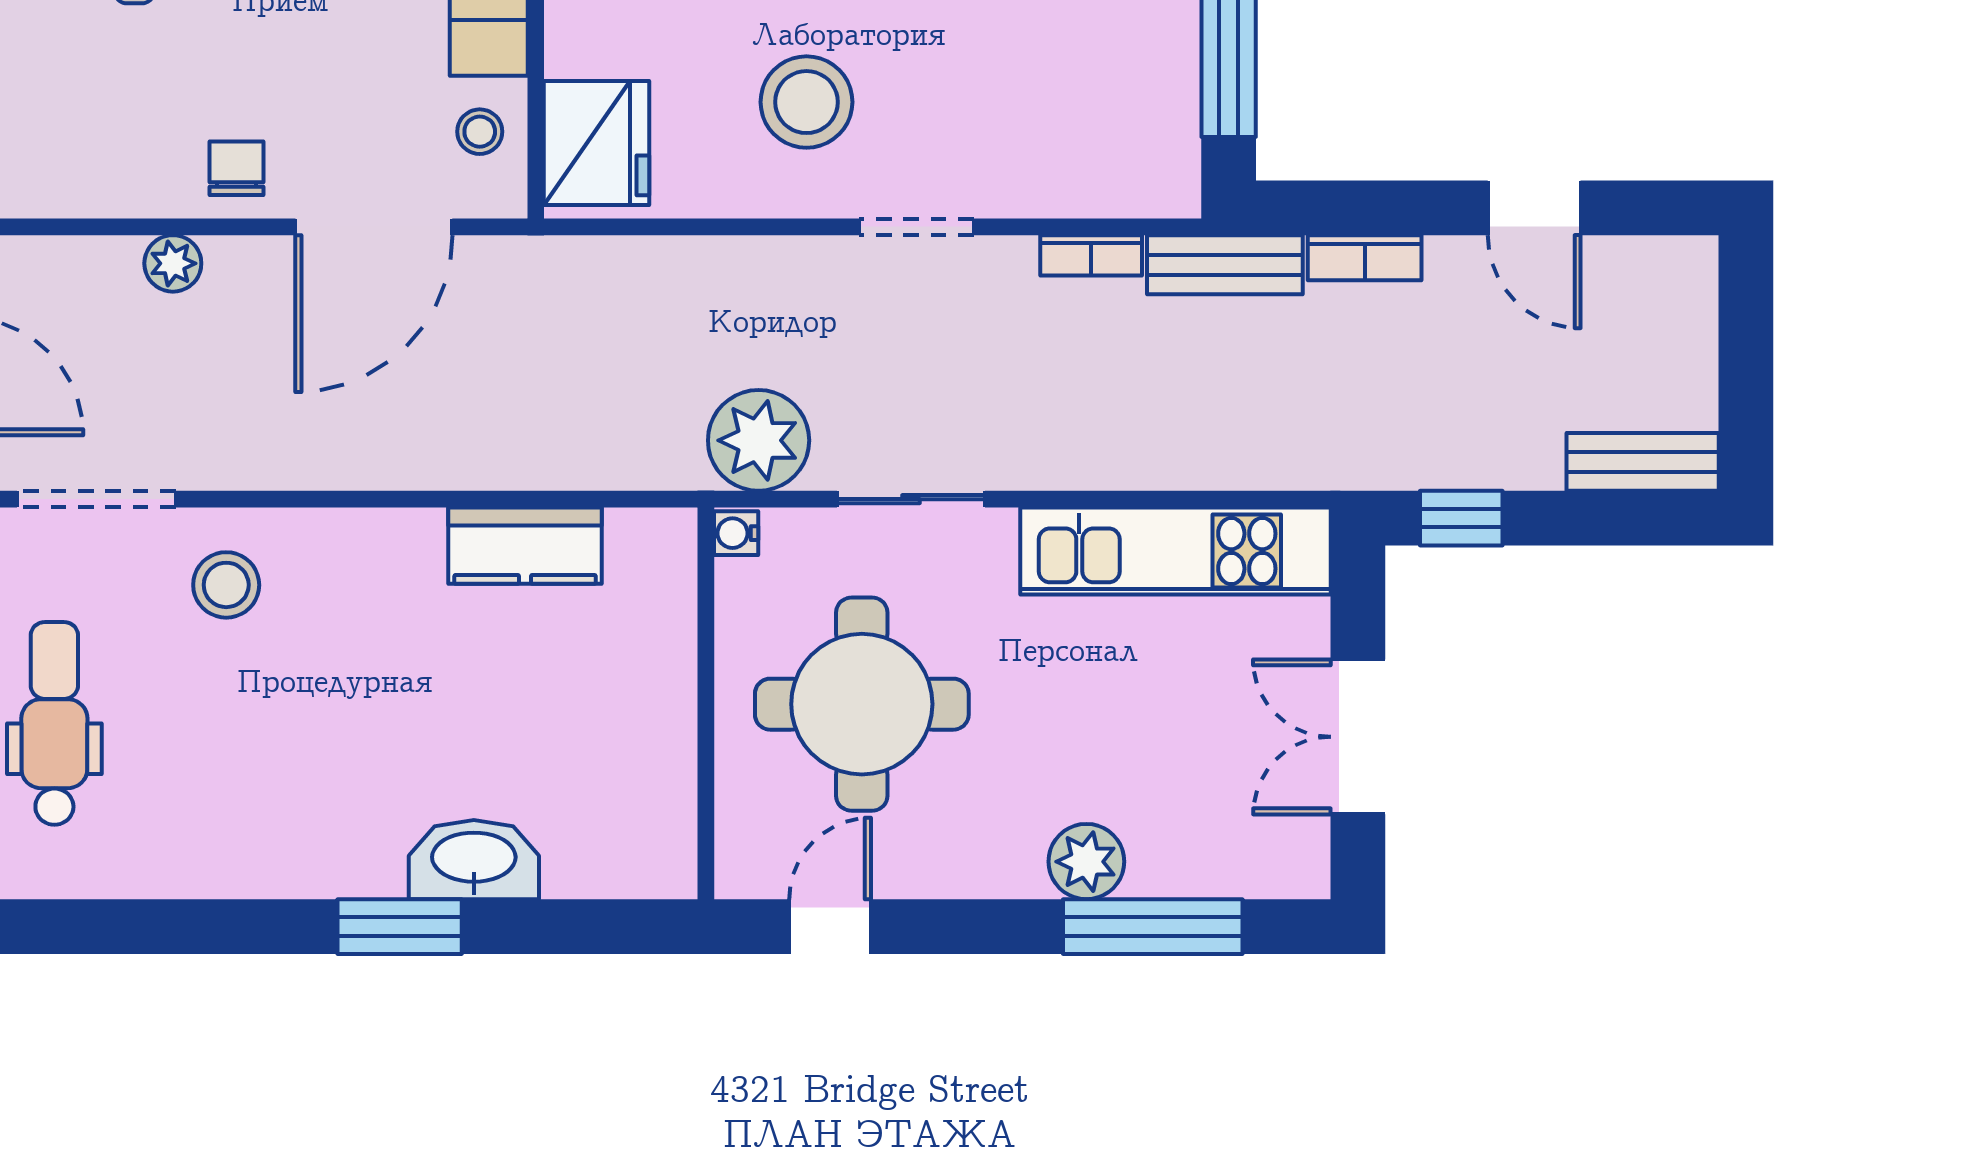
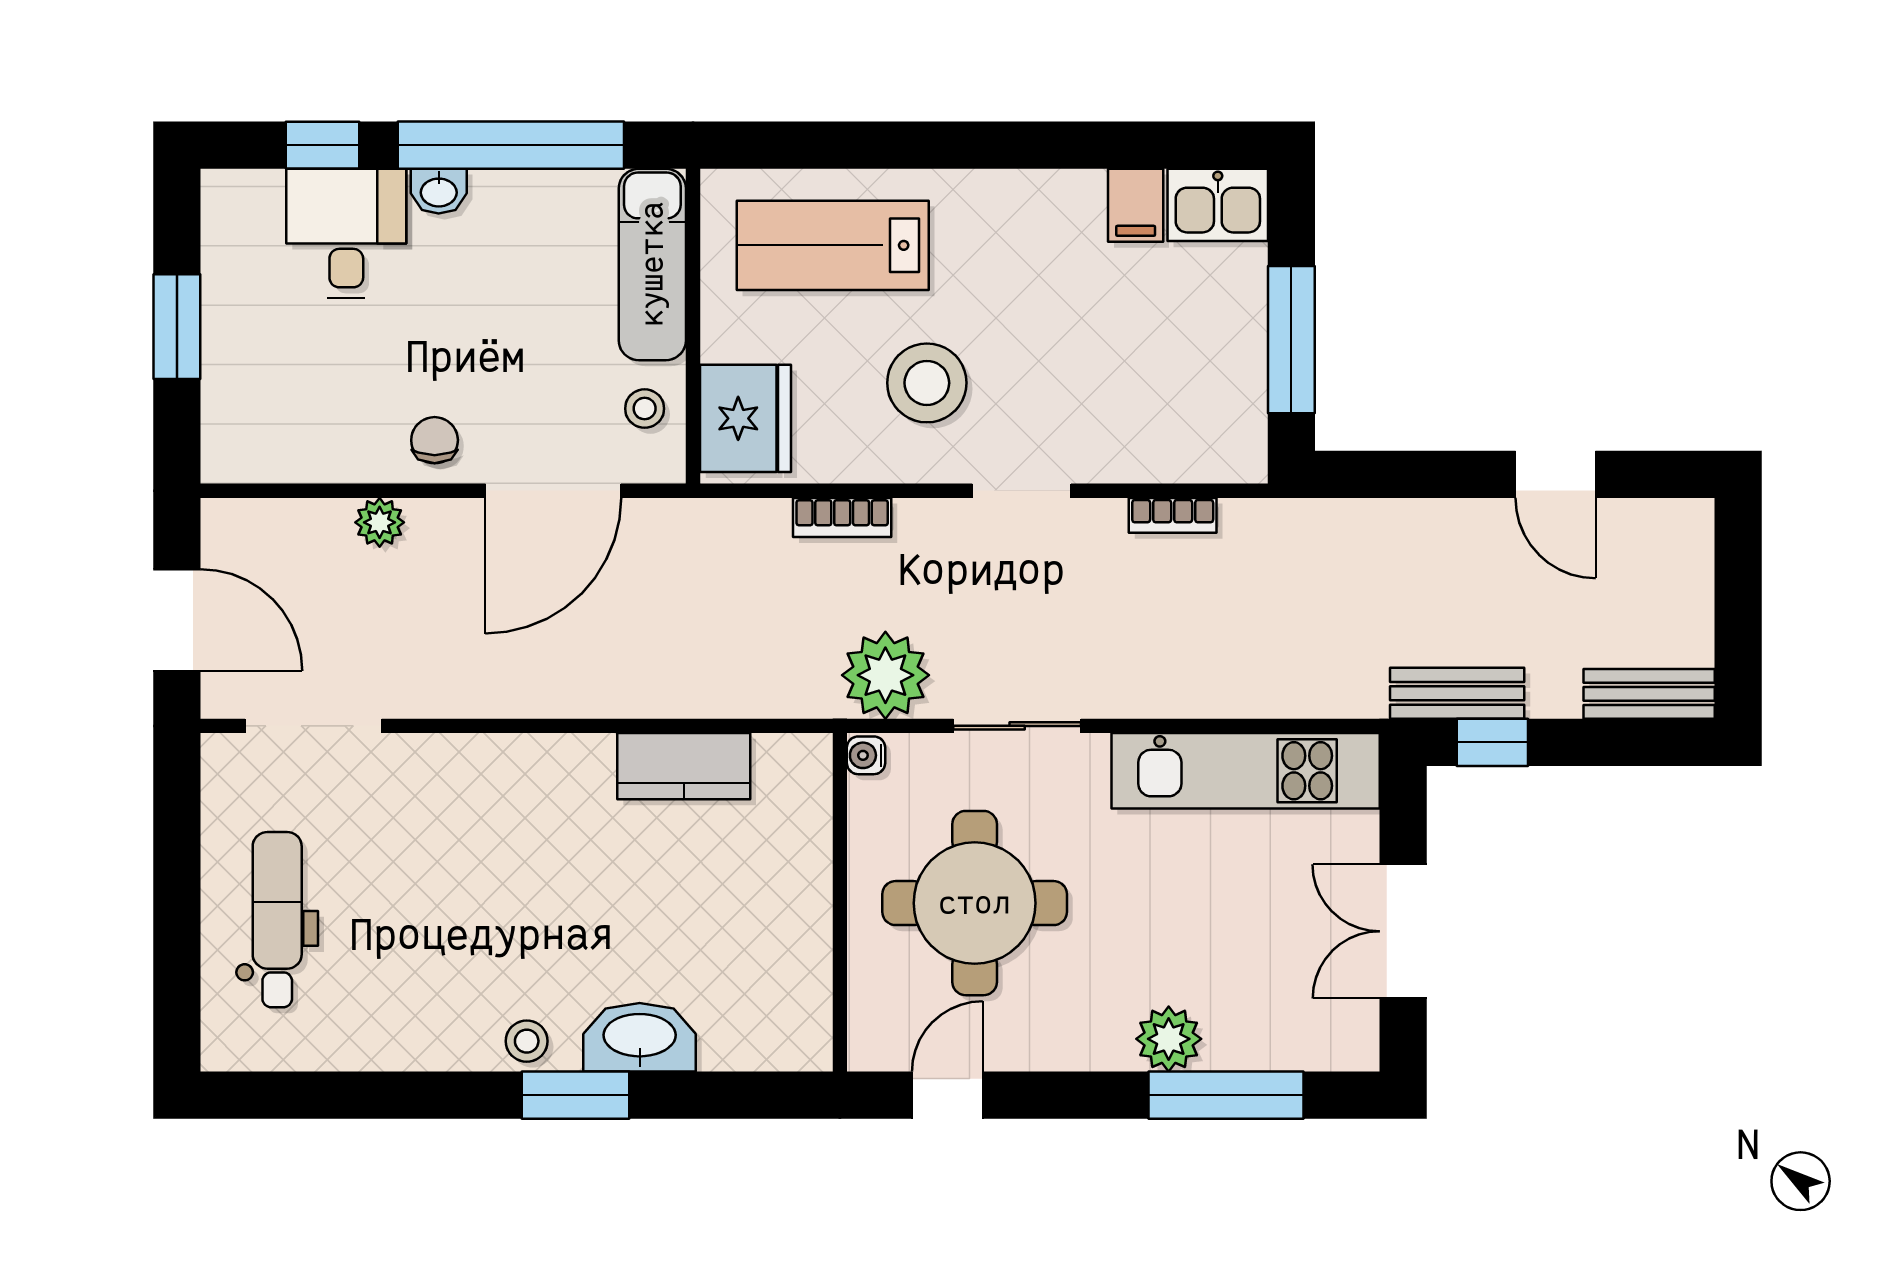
bookcase: (1365, 258) -> (842, 517), moved
bench: (1225, 265) -> (1457, 693), moved
stool: (226, 585) -> (527, 1041), moved, width x0.73, depth x0.73

